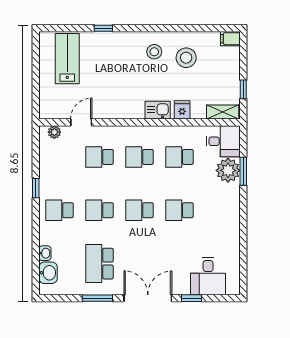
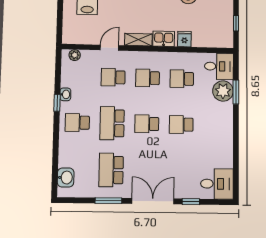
shelving: (223, 112) -> (138, 40), moved
door: (81, 122) -> (109, 48), moved
school desk: (100, 210) -> (112, 123), width x1.85
washbasin: (45, 253) -> (65, 94), moved
desk: (208, 276) -> (217, 184), moved, turned -90

